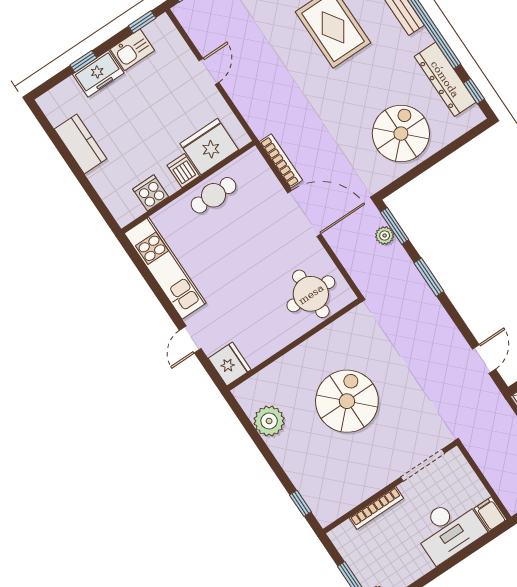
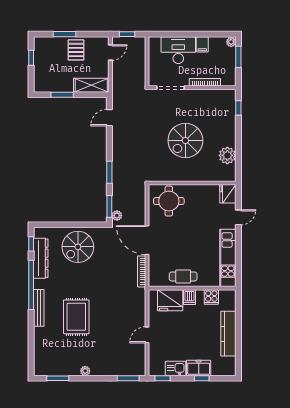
kitchen counter: (81, 144) -> (228, 334), width x1.50
plant: (385, 236) -> (117, 216), moved
filing cabinet: (490, 514) -> (202, 44), moved

